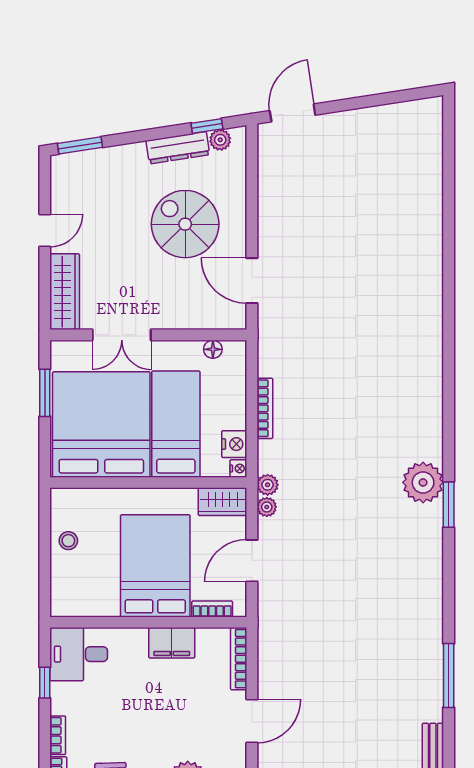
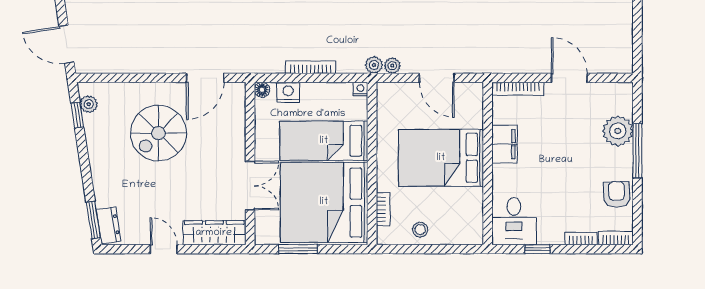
dresser: (178, 148) -> (109, 225), moved, width x0.70
floor lamp: (213, 349) -> (262, 90), moved
nightstand: (234, 444) -> (288, 92), moved
wardrobe: (223, 502) -> (388, 102), removed
bookcase: (212, 609) -> (383, 209), moved, turned 180

